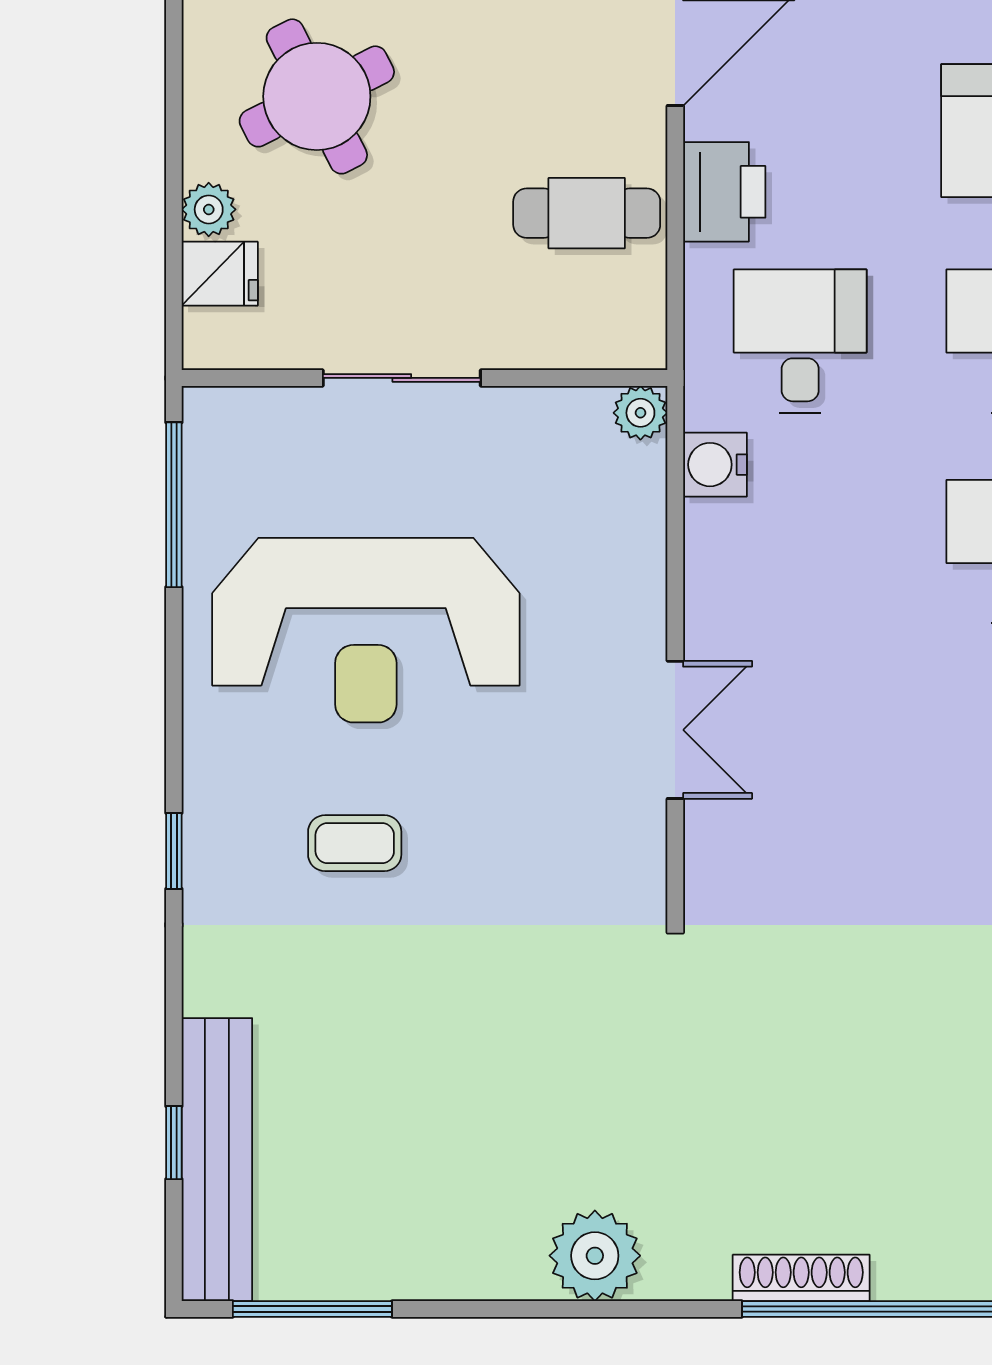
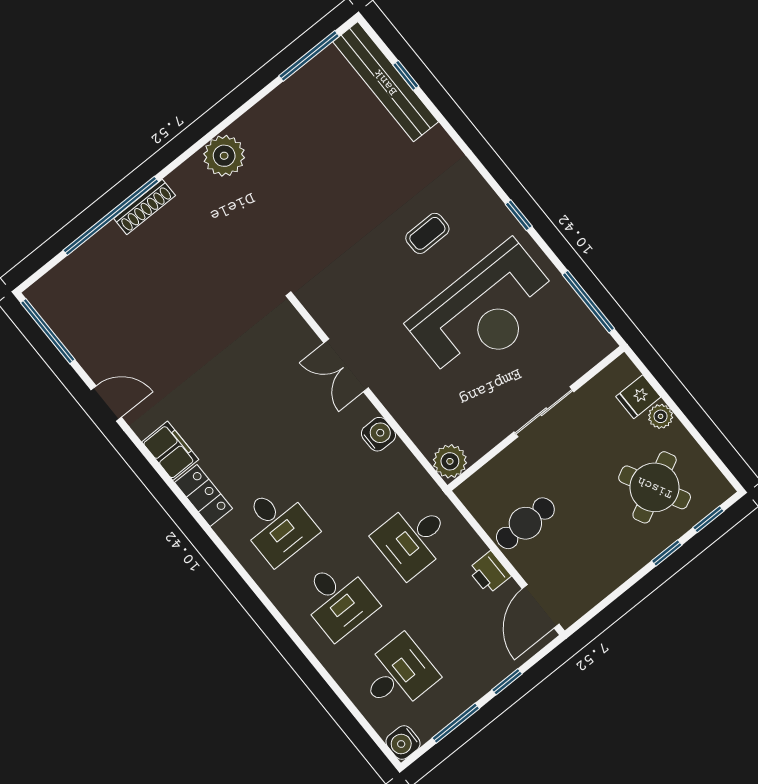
printer: (724, 192) -> (489, 573), width x0.73, depth x0.81
desk: (800, 341) -> (413, 539), turned 90
plant: (640, 413) -> (450, 461), width x1.38, depth x1.38
water cooler: (715, 465) -> (378, 434), moved
reception desk: (366, 630) -> (484, 312), turned 180
window: (174, 851) -> (519, 215), moved

